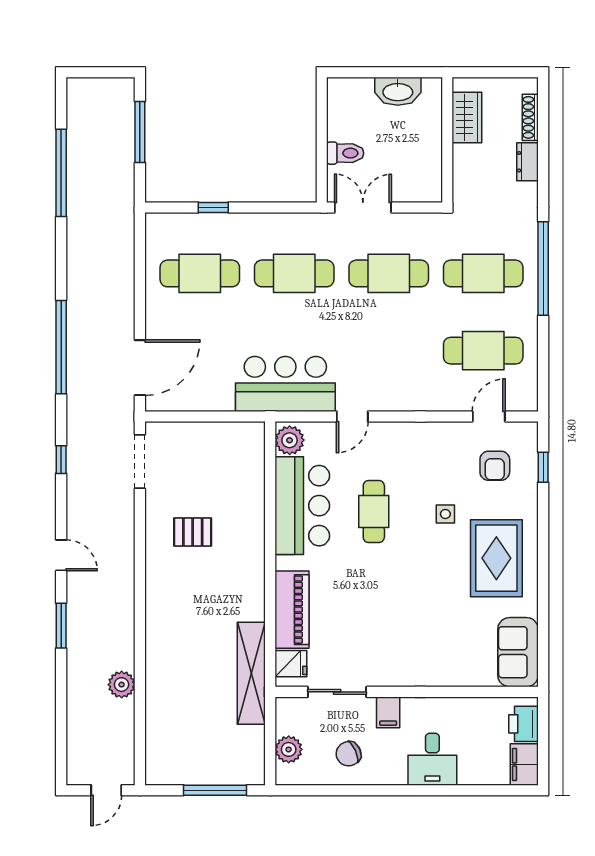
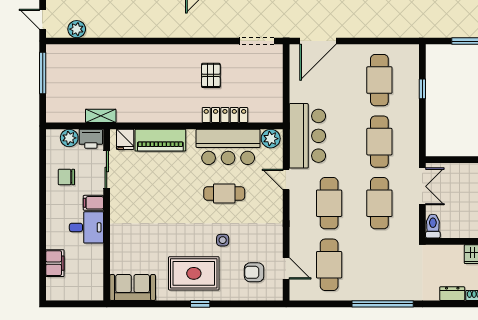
toilet: (345, 153) -> (433, 226), moved, turned 180
cafe table: (483, 273) -> (329, 203), moved
door: (140, 368) -> (318, 41), hinge flipped
window: (543, 467) -> (200, 304), moved
locker: (253, 510) -> (225, 115), added
shelving: (251, 673) -> (101, 116), width x0.45, depth x0.75
plant: (122, 685) -> (77, 29), moved
printer: (523, 724) -> (91, 139), moved, turned 180
chair: (349, 754) -> (66, 177), turned -66
desk: (432, 759) -> (86, 227), moved, turned 180
filing cabinet: (524, 764) -> (55, 263), moved, turned 90
window: (215, 790) -> (43, 73), moved

